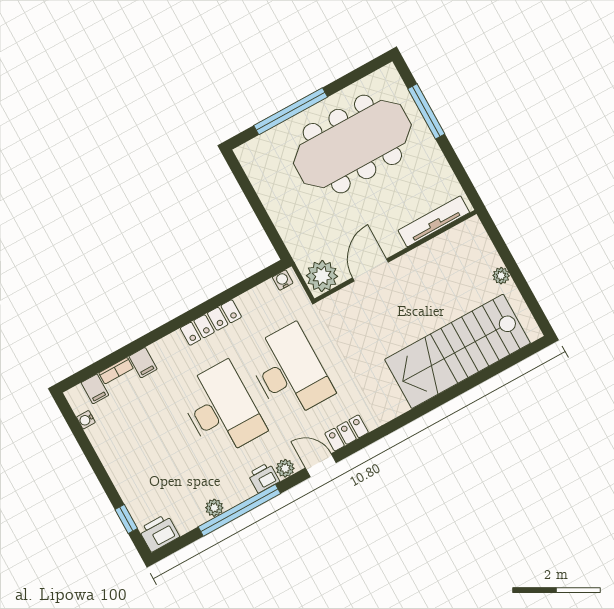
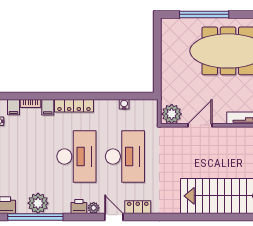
water cooler: (283, 280) -> (124, 104), moved
locker: (211, 322) -> (74, 106), moved
plant: (214, 508) -> (38, 203), width x1.88, depth x1.88
window: (239, 510) -> (35, 217), moved

